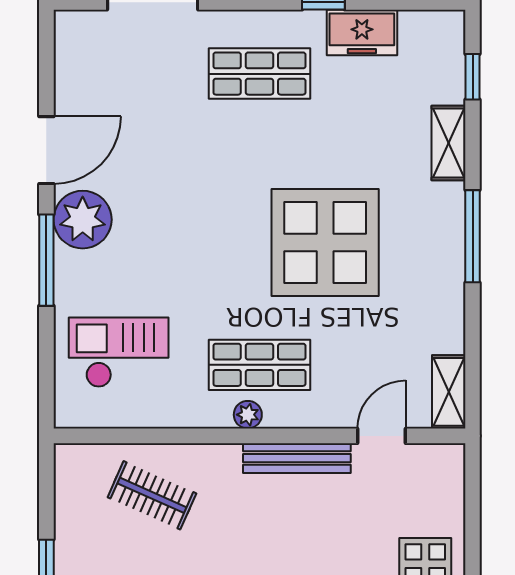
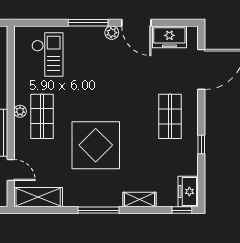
freezer: (362, 33) -> (188, 191), moved
freezer: (79, 75) -> (169, 37), added
window: (473, 77) -> (182, 210), moved
plant: (83, 220) -> (112, 33), width x0.53, depth x0.53
shelving: (449, 392) -> (38, 197), width x1.50, depth x1.33

